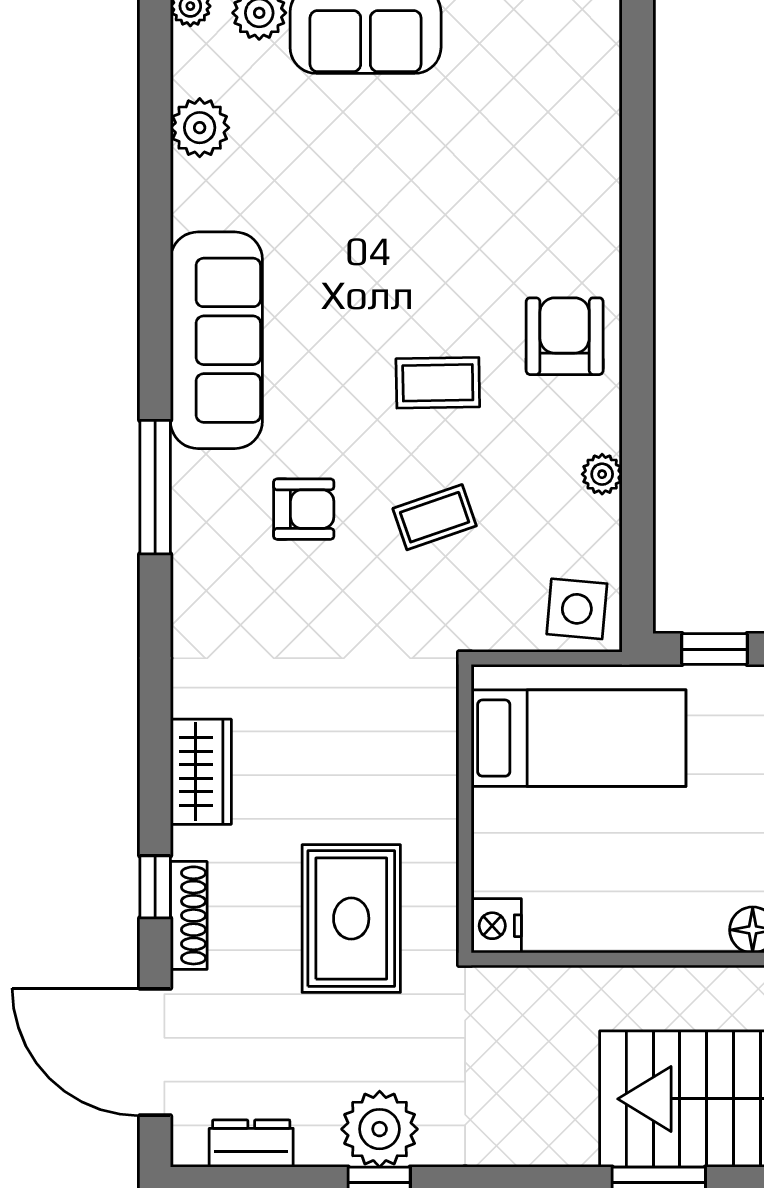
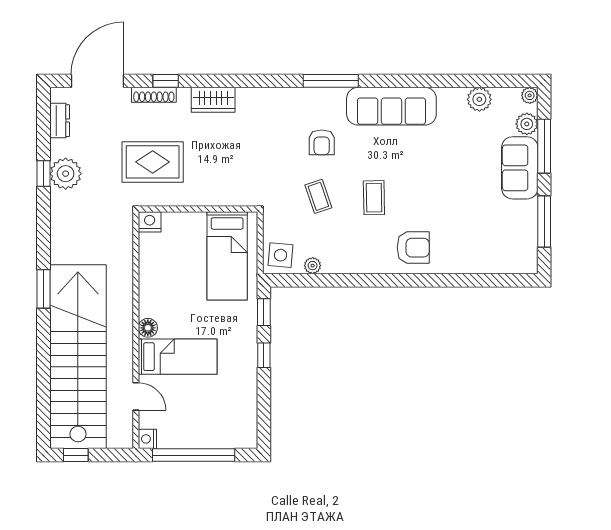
armchair: (565, 336) -> (413, 248), moved
plant: (602, 474) -> (313, 266), moved

